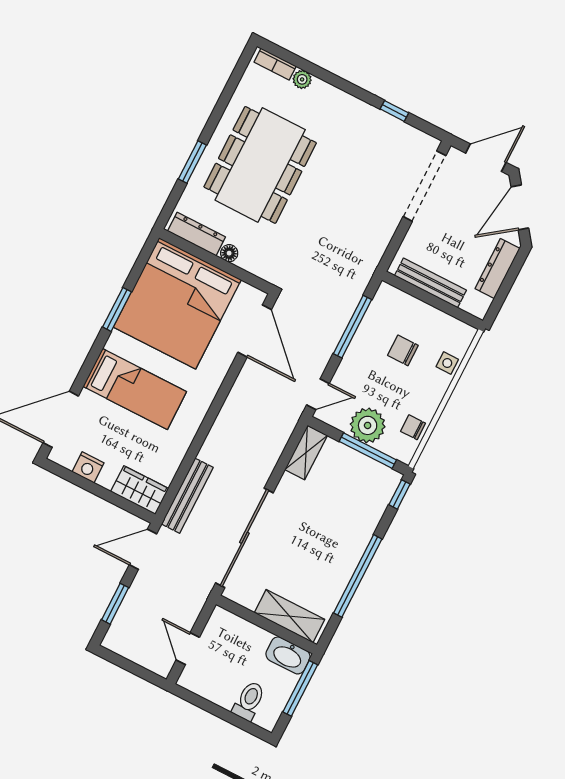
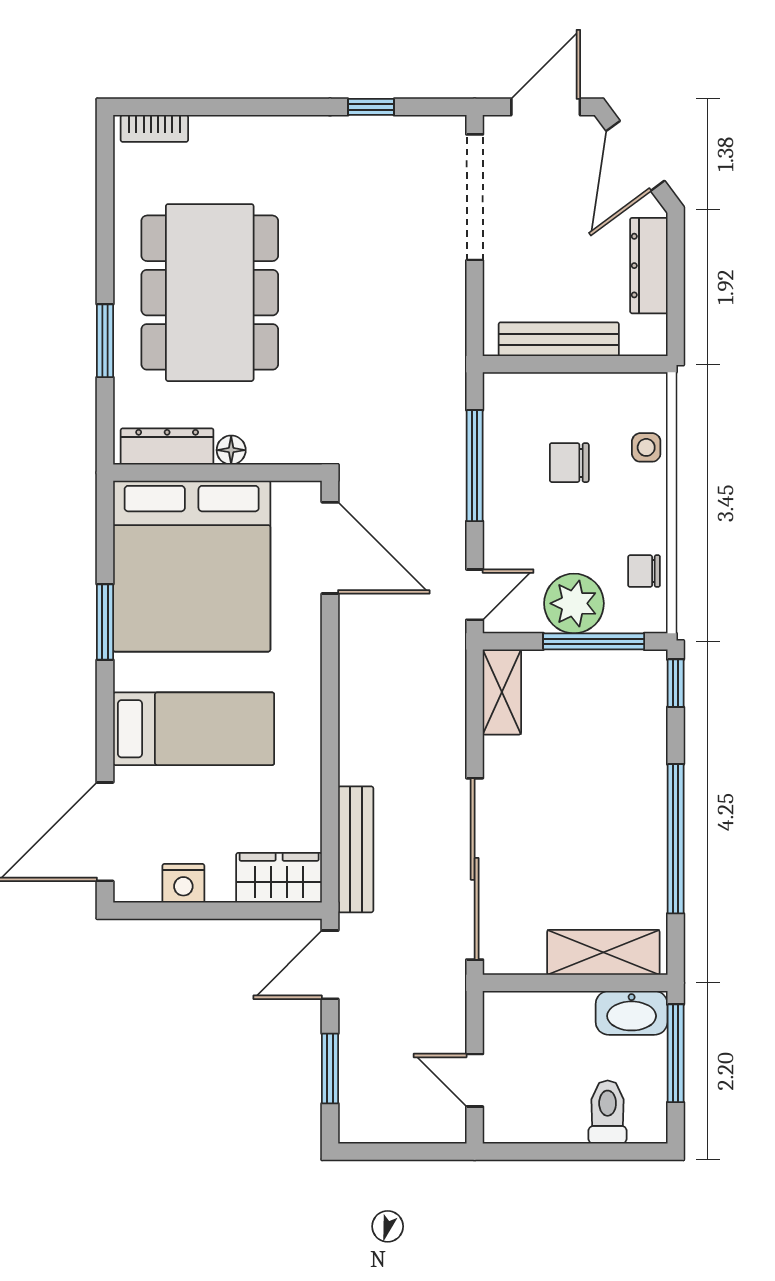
plant: (302, 79) -> (207, 131), removed

